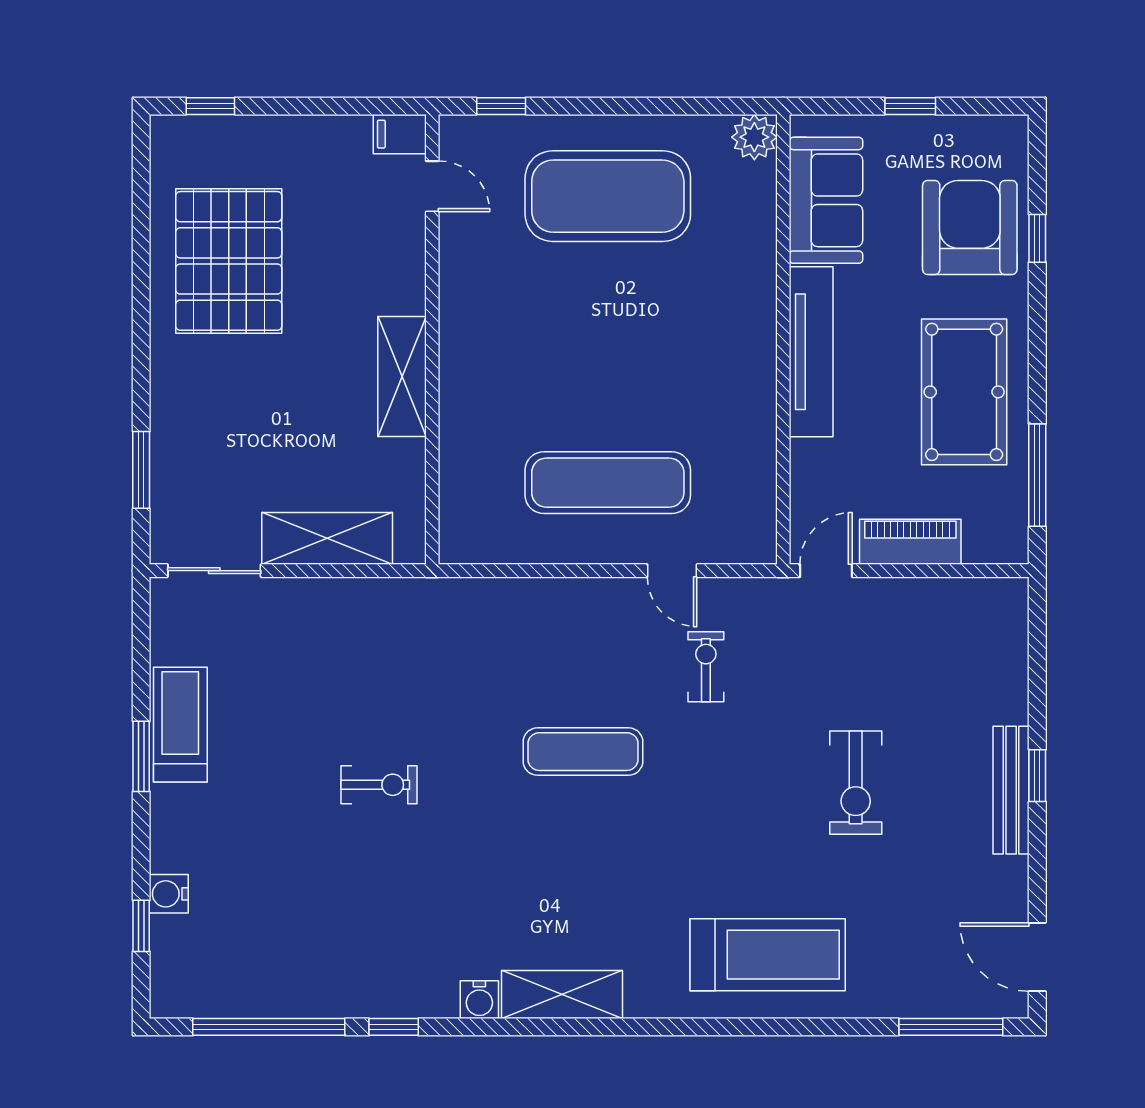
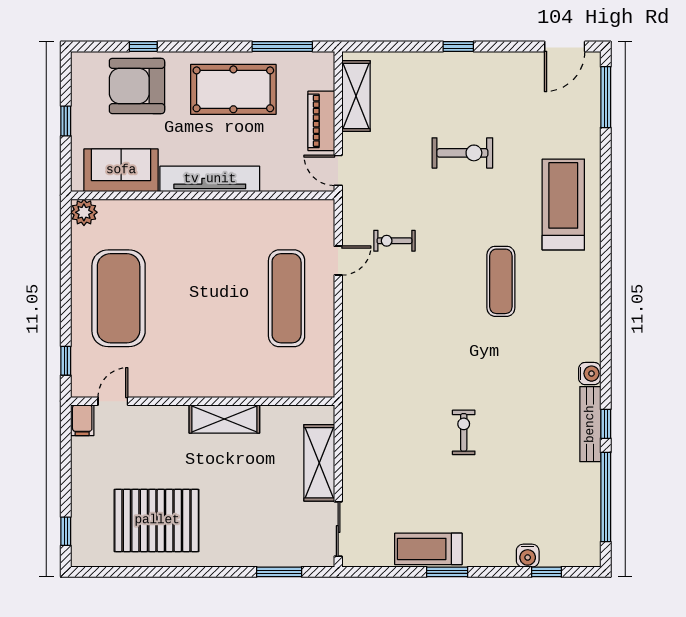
exercise mat: (583, 752) -> (501, 281), moved
bench: (1011, 790) -> (590, 424), moved, turned 90
shelving: (562, 995) -> (356, 96), moved

